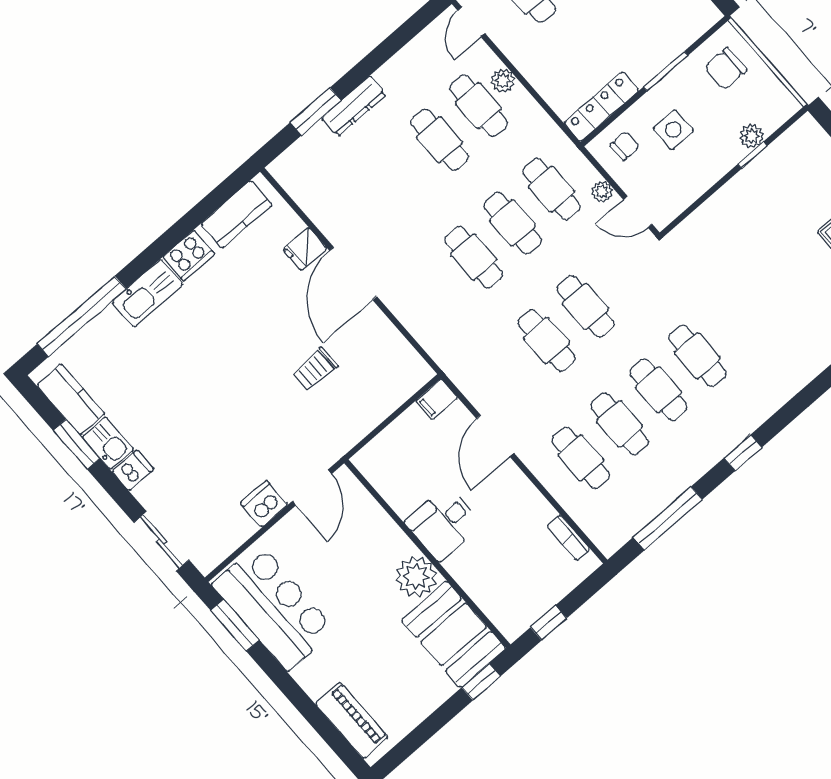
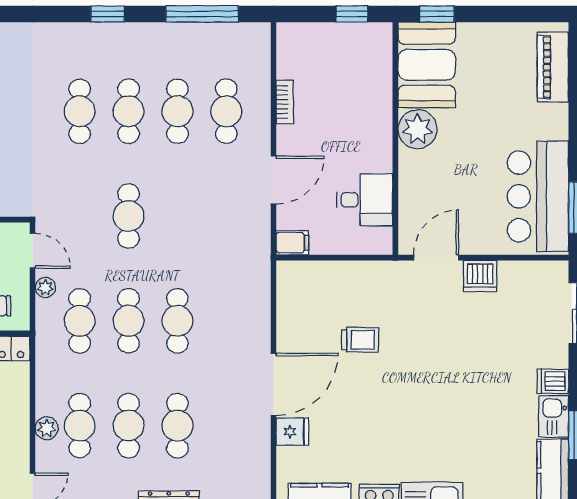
cafe table: (547, 340) -> (177, 426), moved
desk: (443, 523) -> (365, 200), moved
bookcase: (568, 538) -> (285, 102), moved

